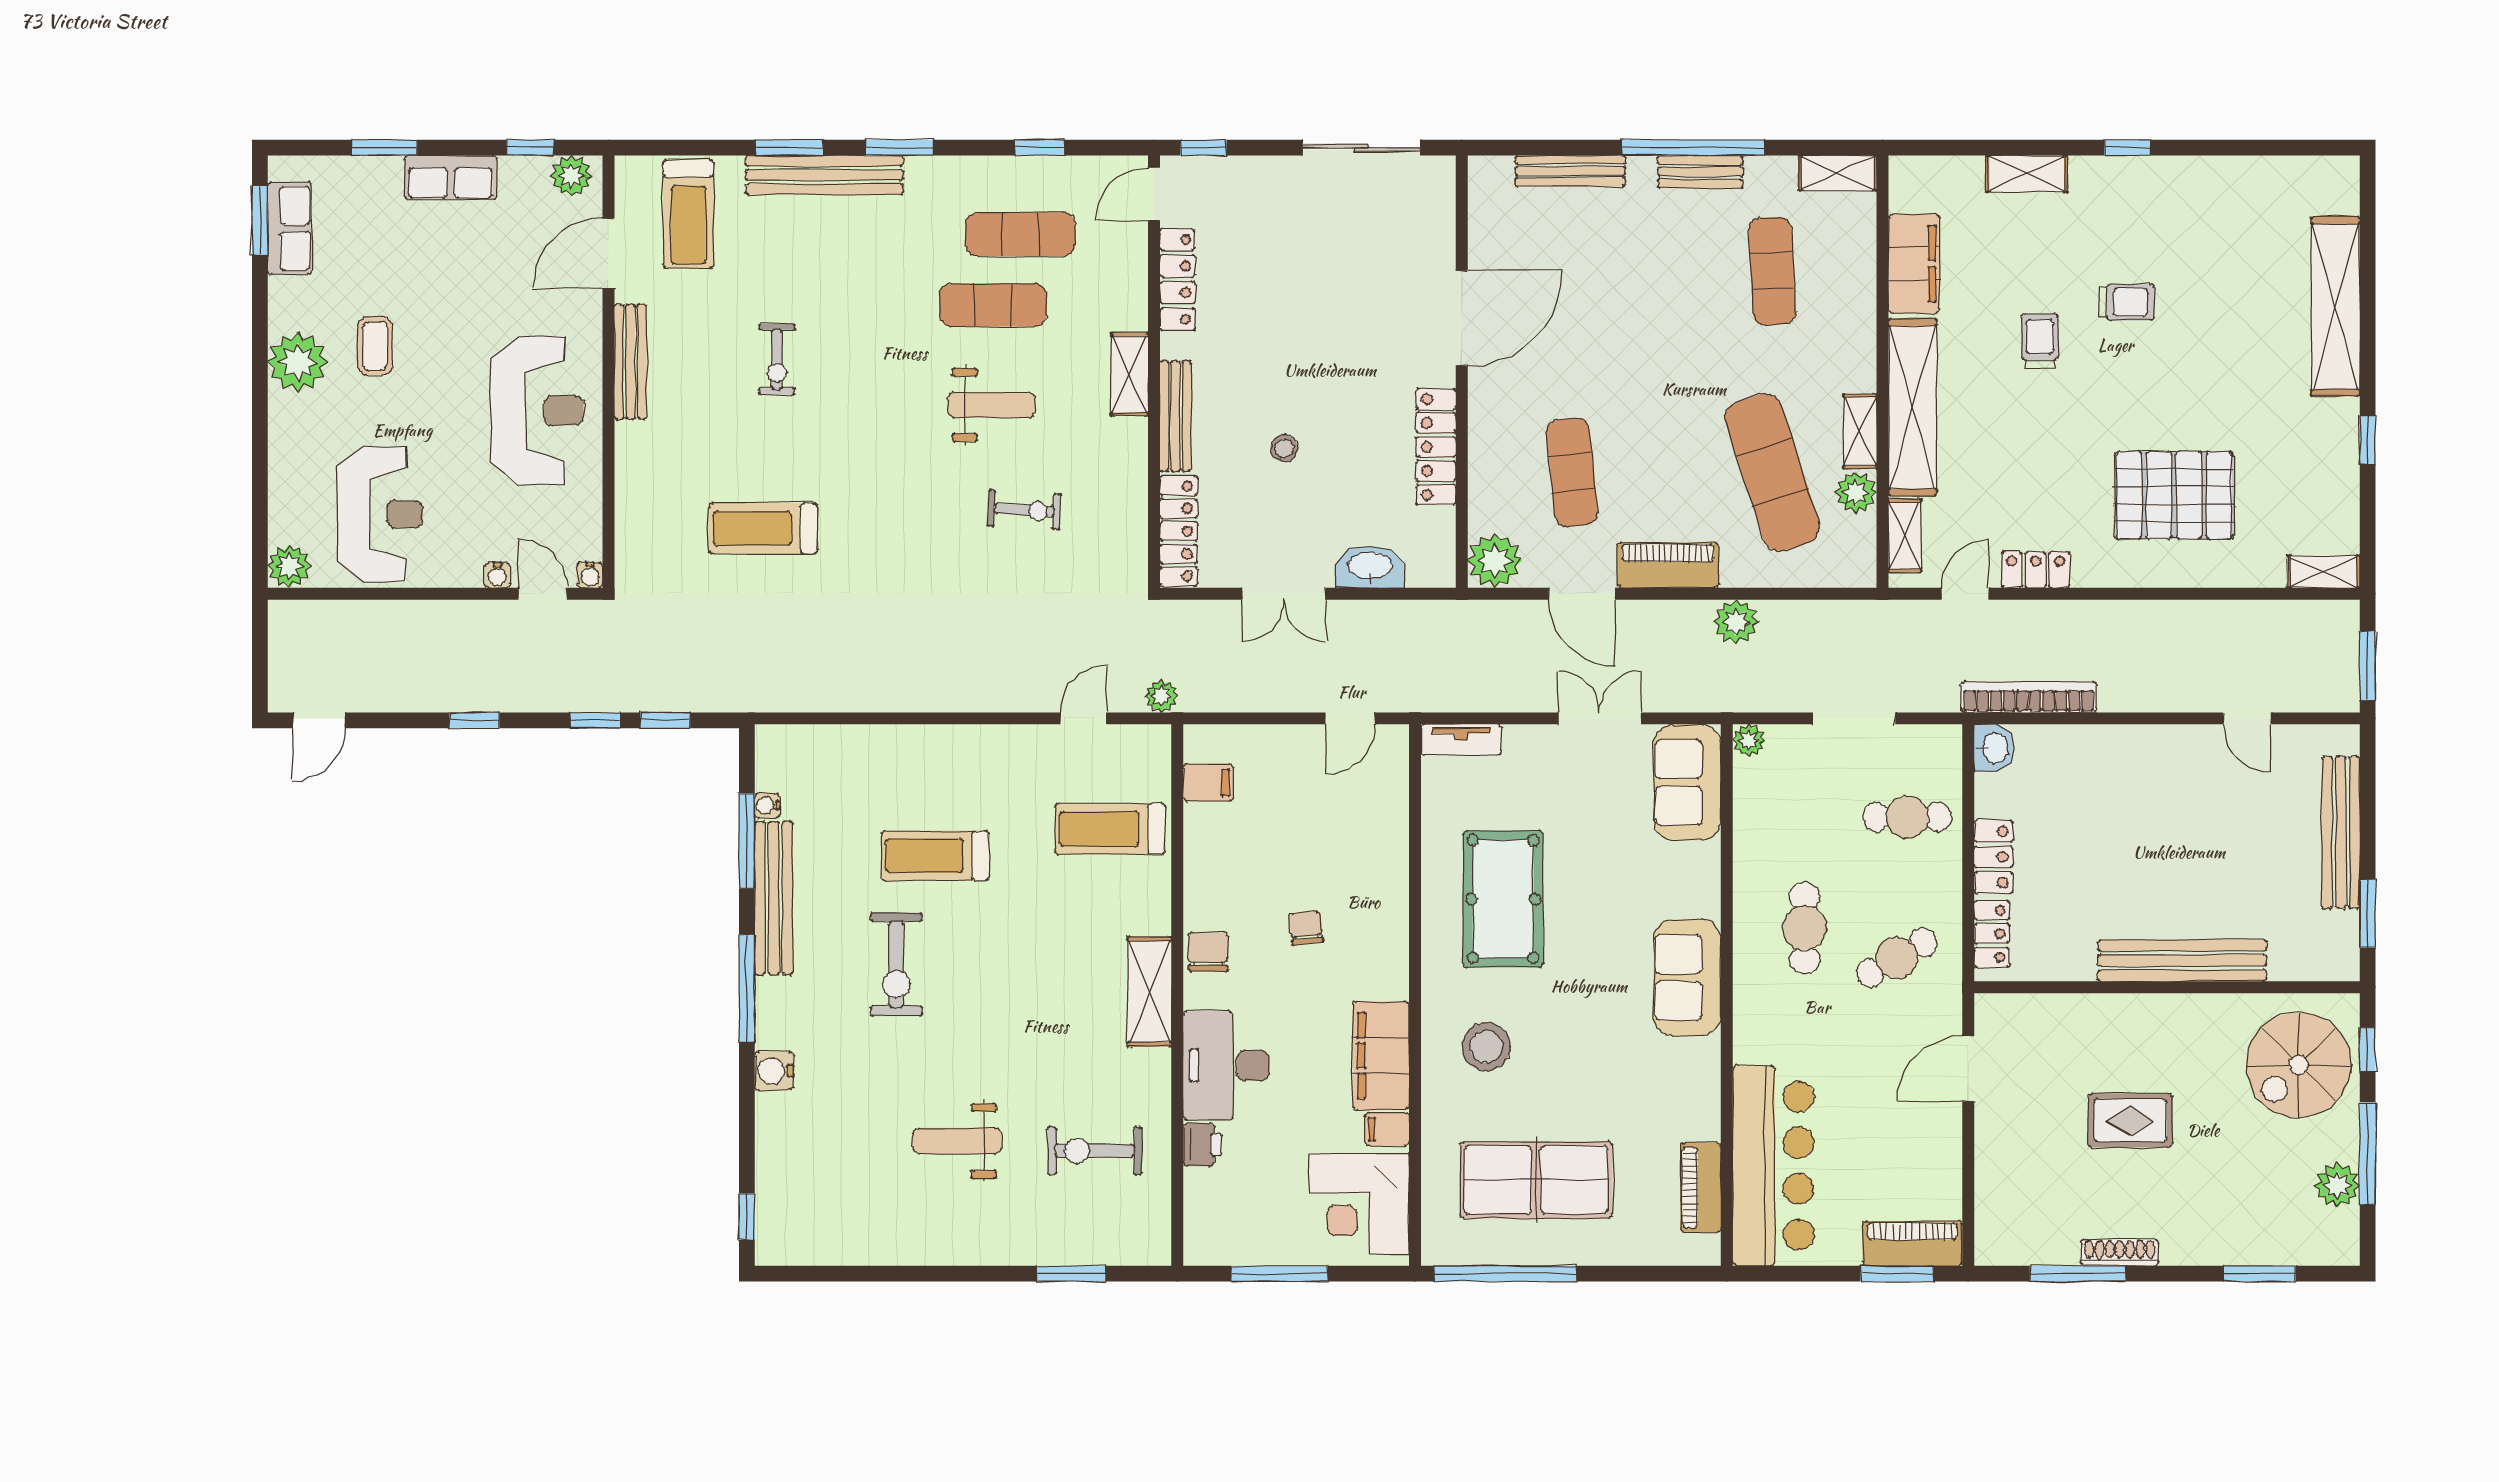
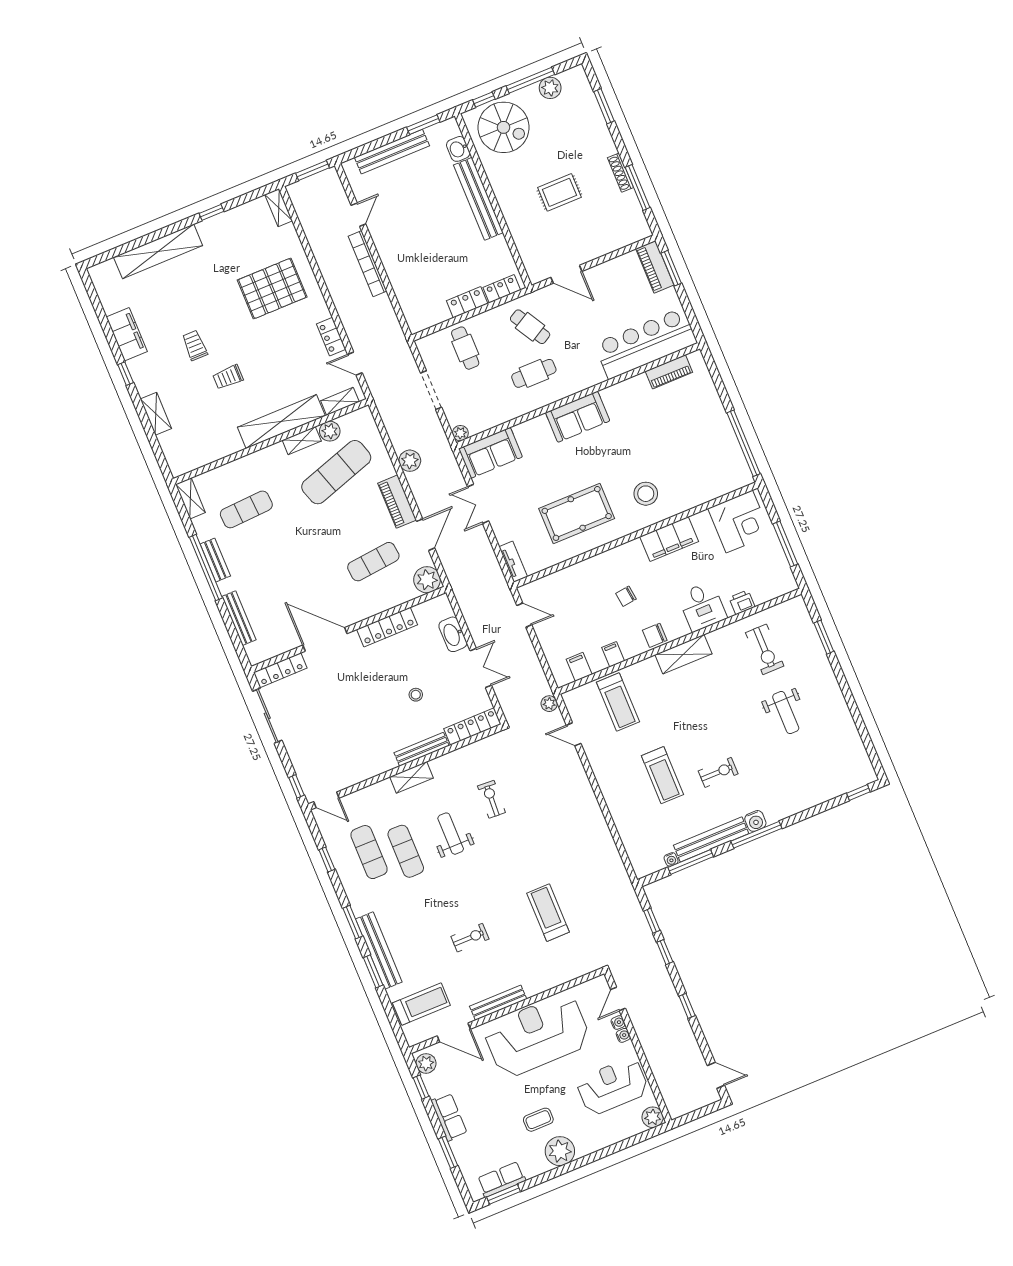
filing cabinet: (1914, 264) -> (127, 334), moved, turned 90
locker: (1177, 279) -> (280, 670), moved, turned 180
reception desk: (537, 410) -> (537, 1035), width x1.36, depth x1.30
pallet: (2174, 495) -> (272, 289), turned 90
treadmill: (763, 528) -> (548, 913), turned 180
water cooler: (590, 575) -> (623, 1035), moved
bookcase: (2029, 697) -> (367, 264), moved
washbasin: (1994, 748) -> (458, 149), moved, turned -90
exercise bike: (896, 965) -> (718, 772), width x0.73, depth x0.72
desk: (1226, 1065) -> (702, 606), width x0.73
water cooler: (774, 1071) -> (755, 821), moved
rug: (2130, 1120) -> (559, 192), turned 90
filing cabinet: (1387, 1129) -> (613, 654), moved, turned 180
table tennis table: (1536, 1180) -> (696, 447), removed

